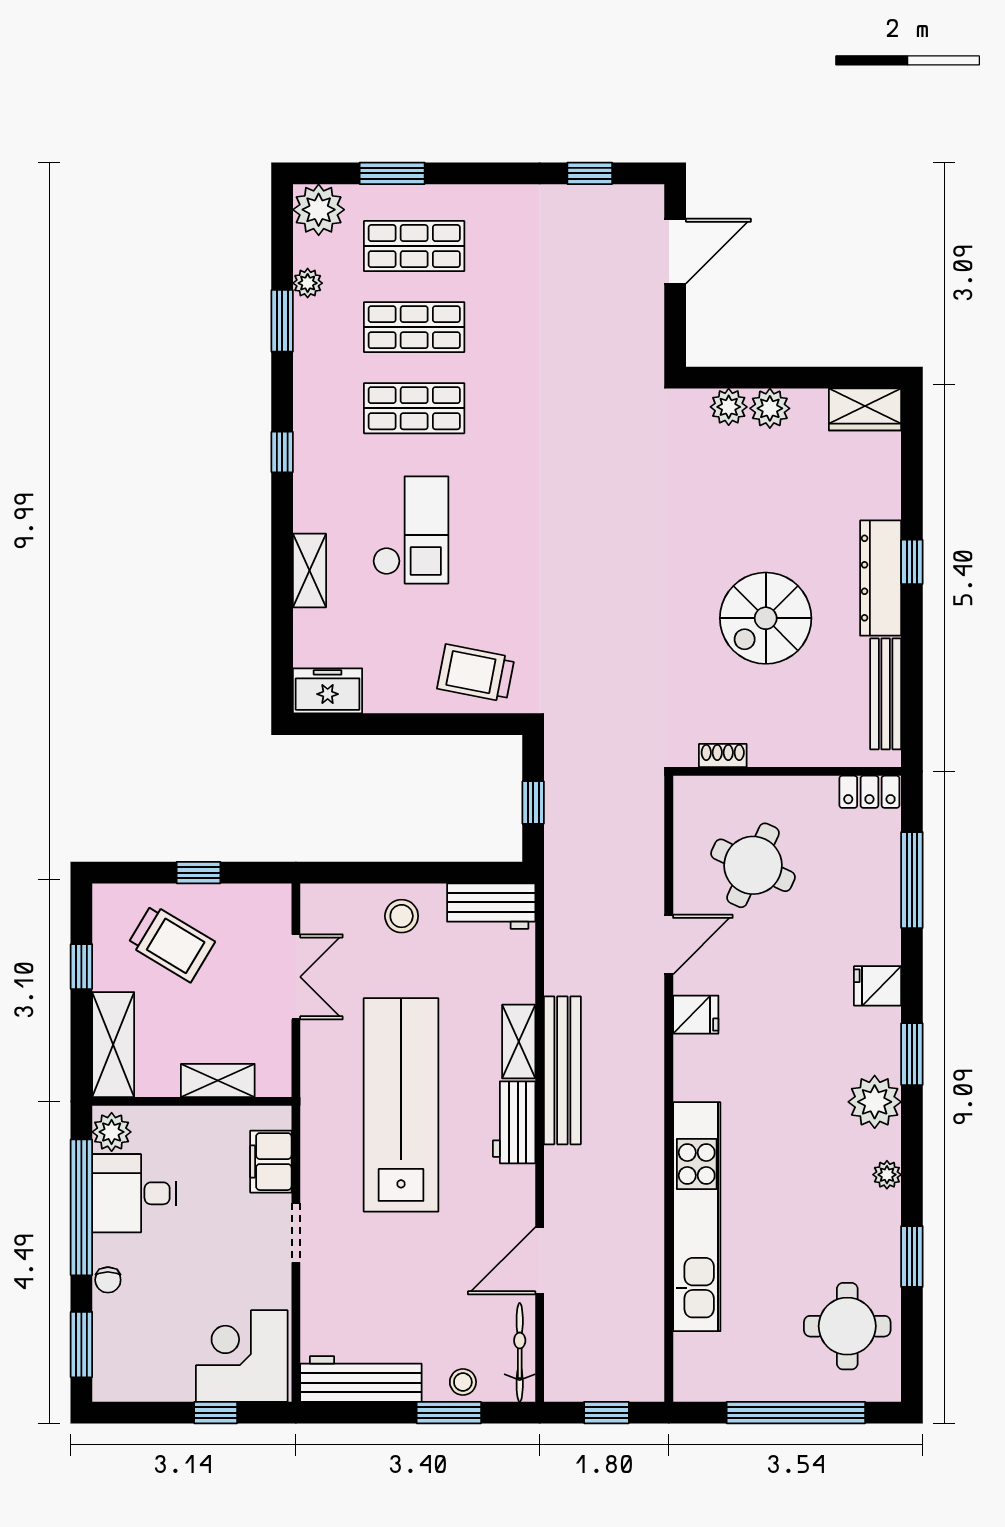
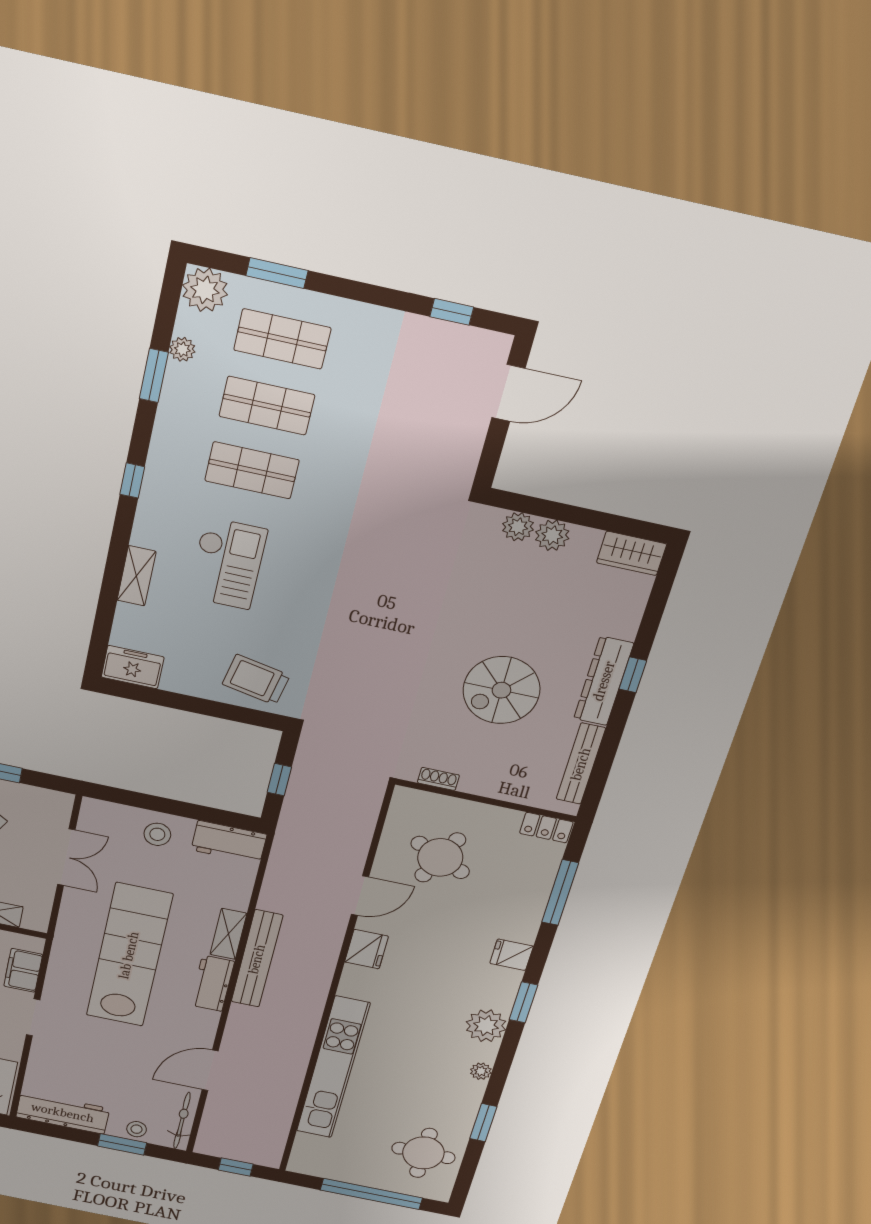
fridge: (696, 1015) -> (367, 949), width x1.38

